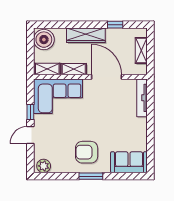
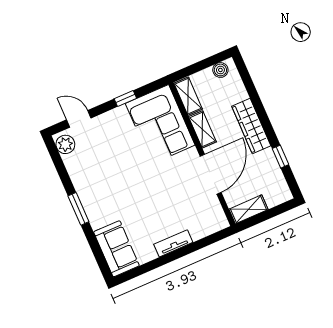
boiler: (44, 40) -> (220, 70), width x0.54, depth x0.54
shelving: (141, 50) -> (249, 209), moved
tv unit: (142, 98) -> (173, 243), moved, width x0.71
door: (30, 135) -> (79, 119), moved
armchair: (87, 152) -> (106, 190), removed

